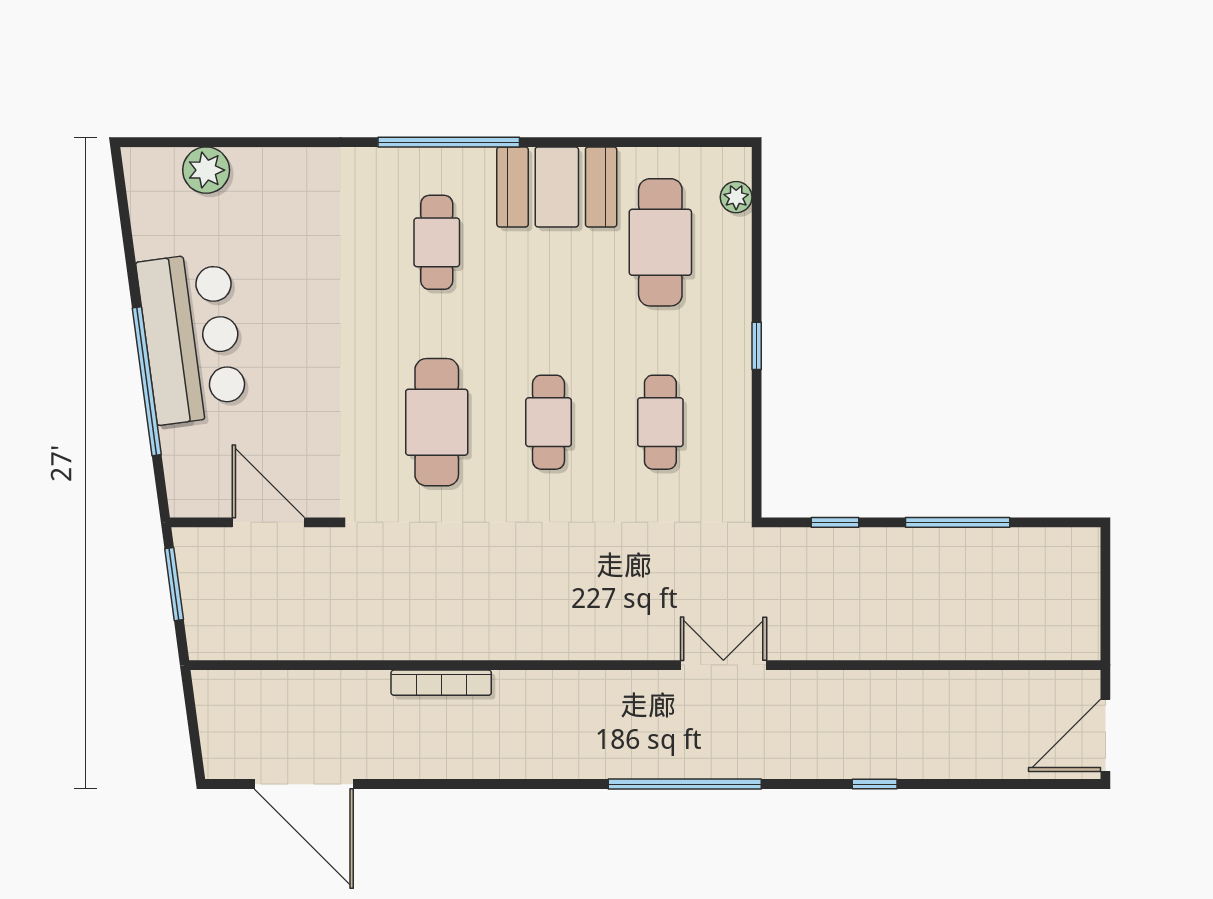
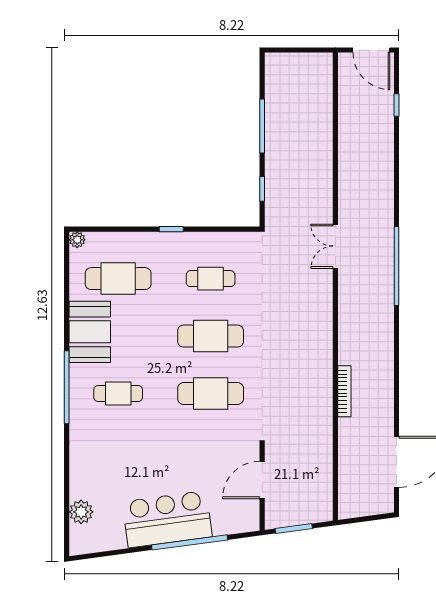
plant: (736, 197) -> (77, 240), moved
cafe table: (549, 422) -> (211, 336), width x1.37, depth x1.35
window: (875, 784) -> (396, 105), moved

